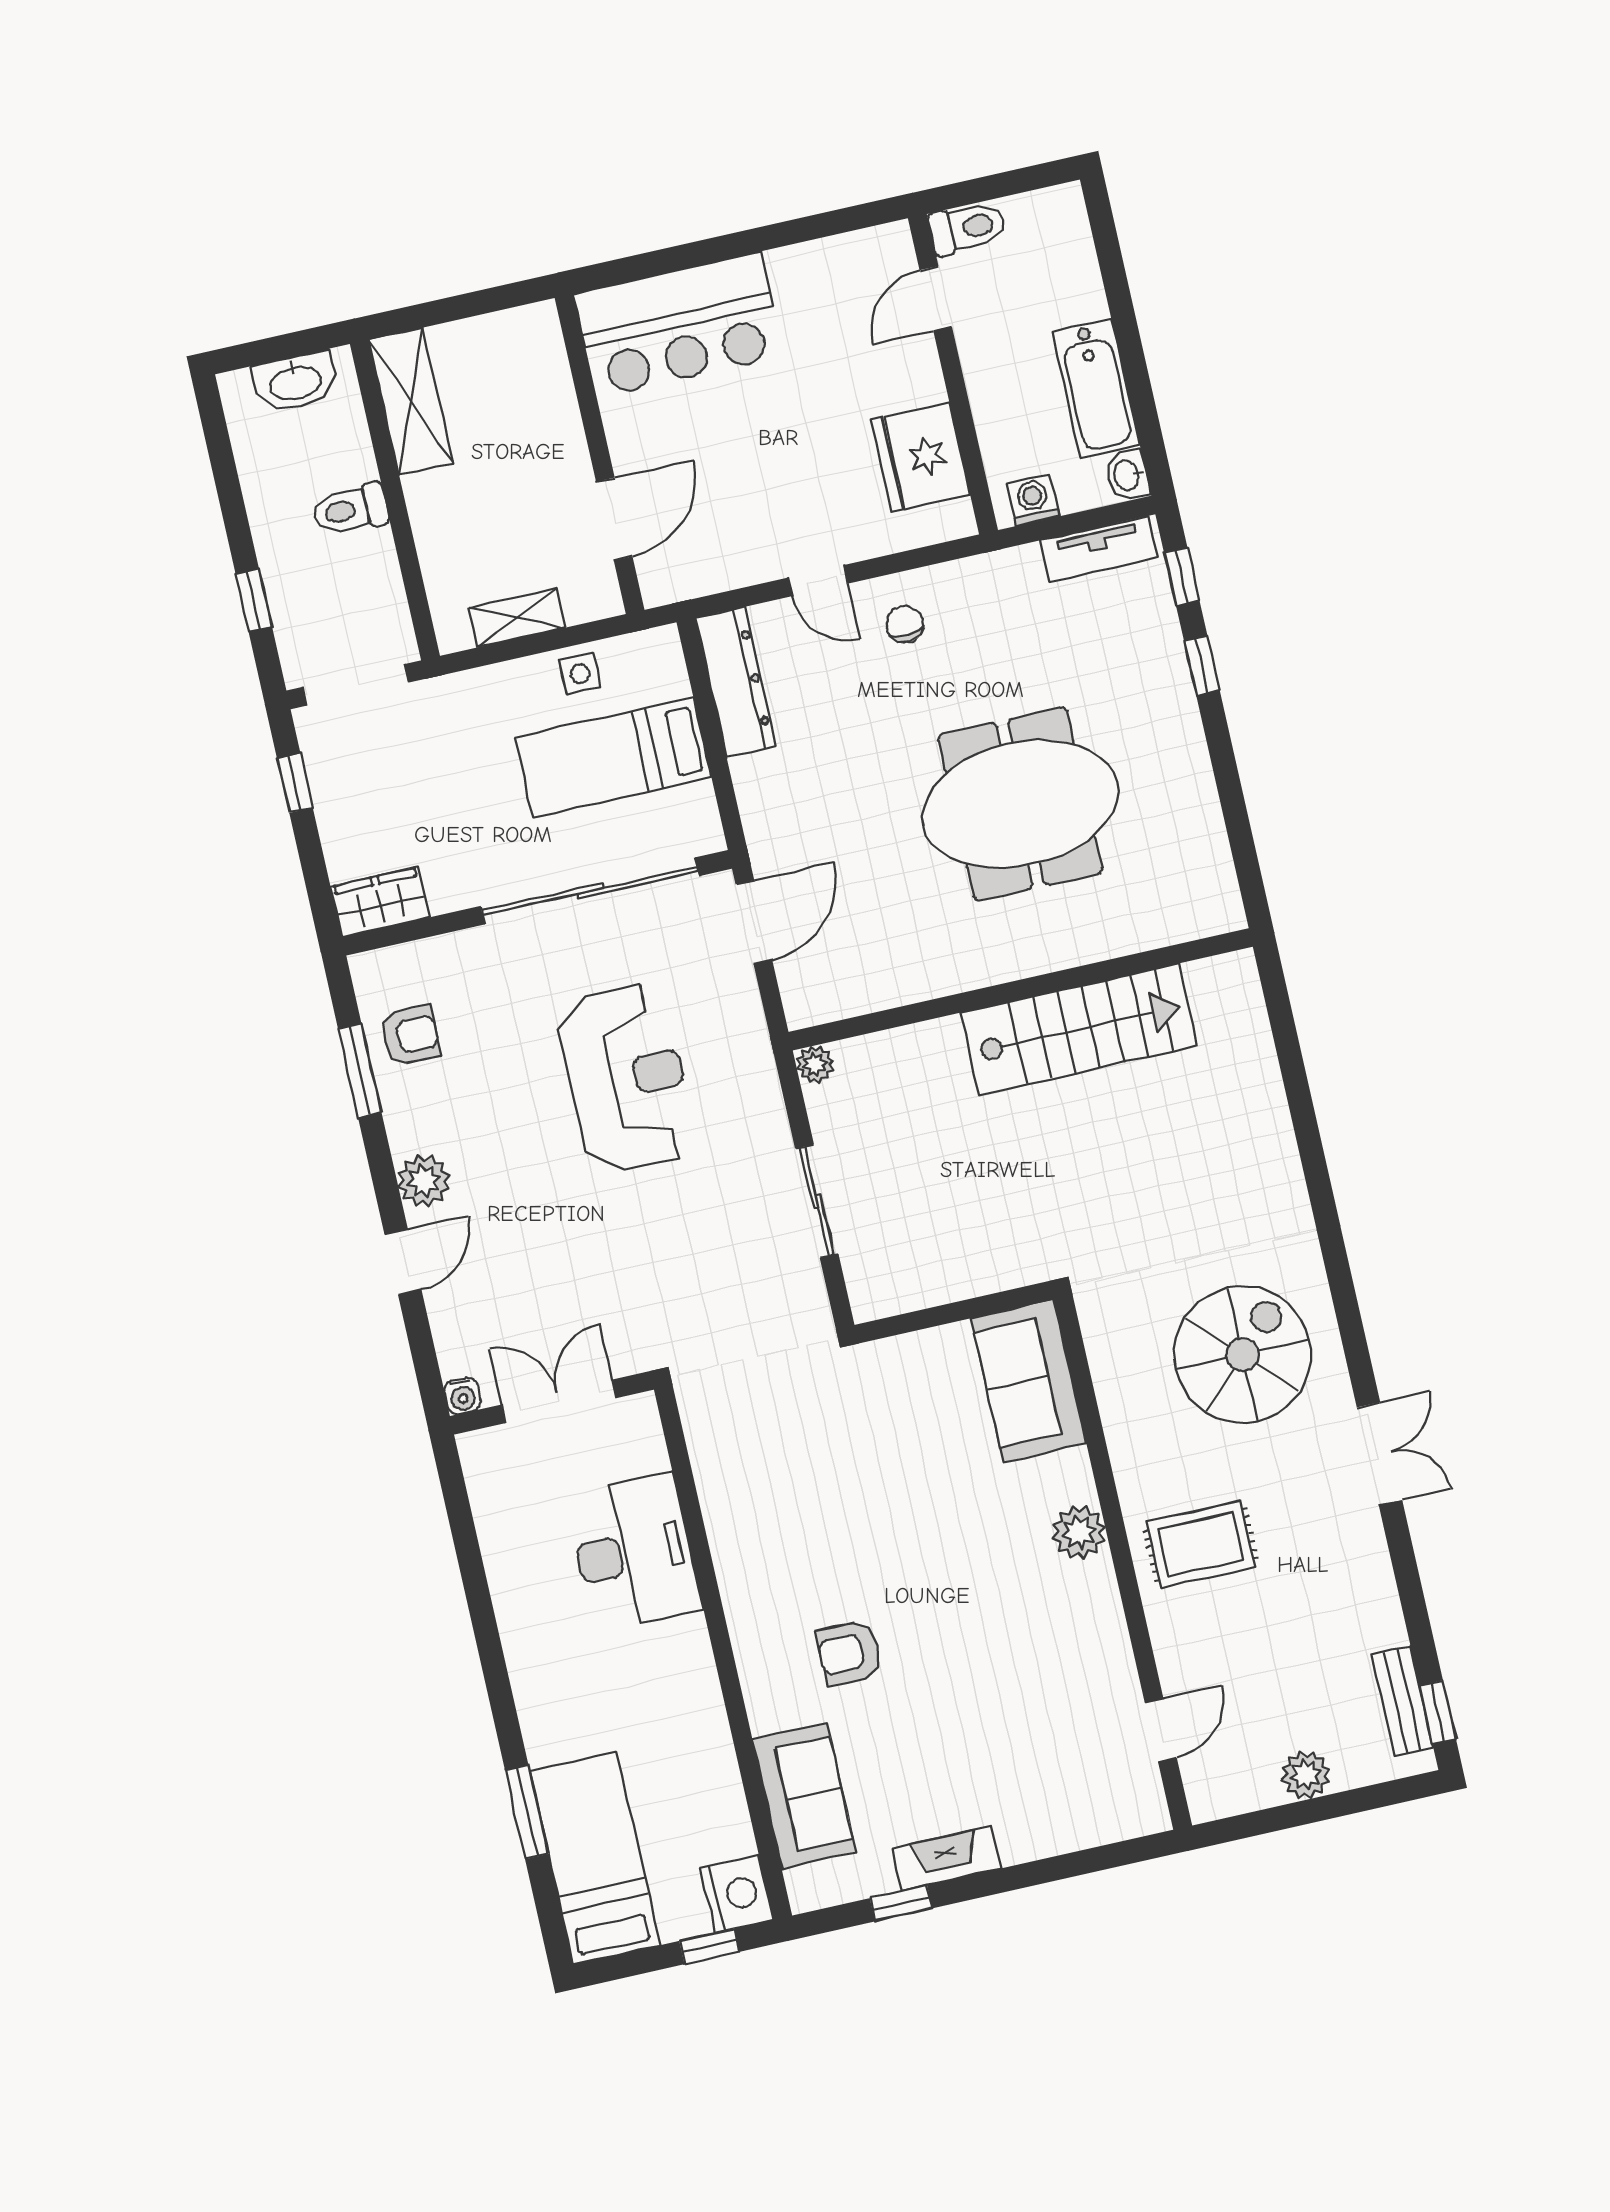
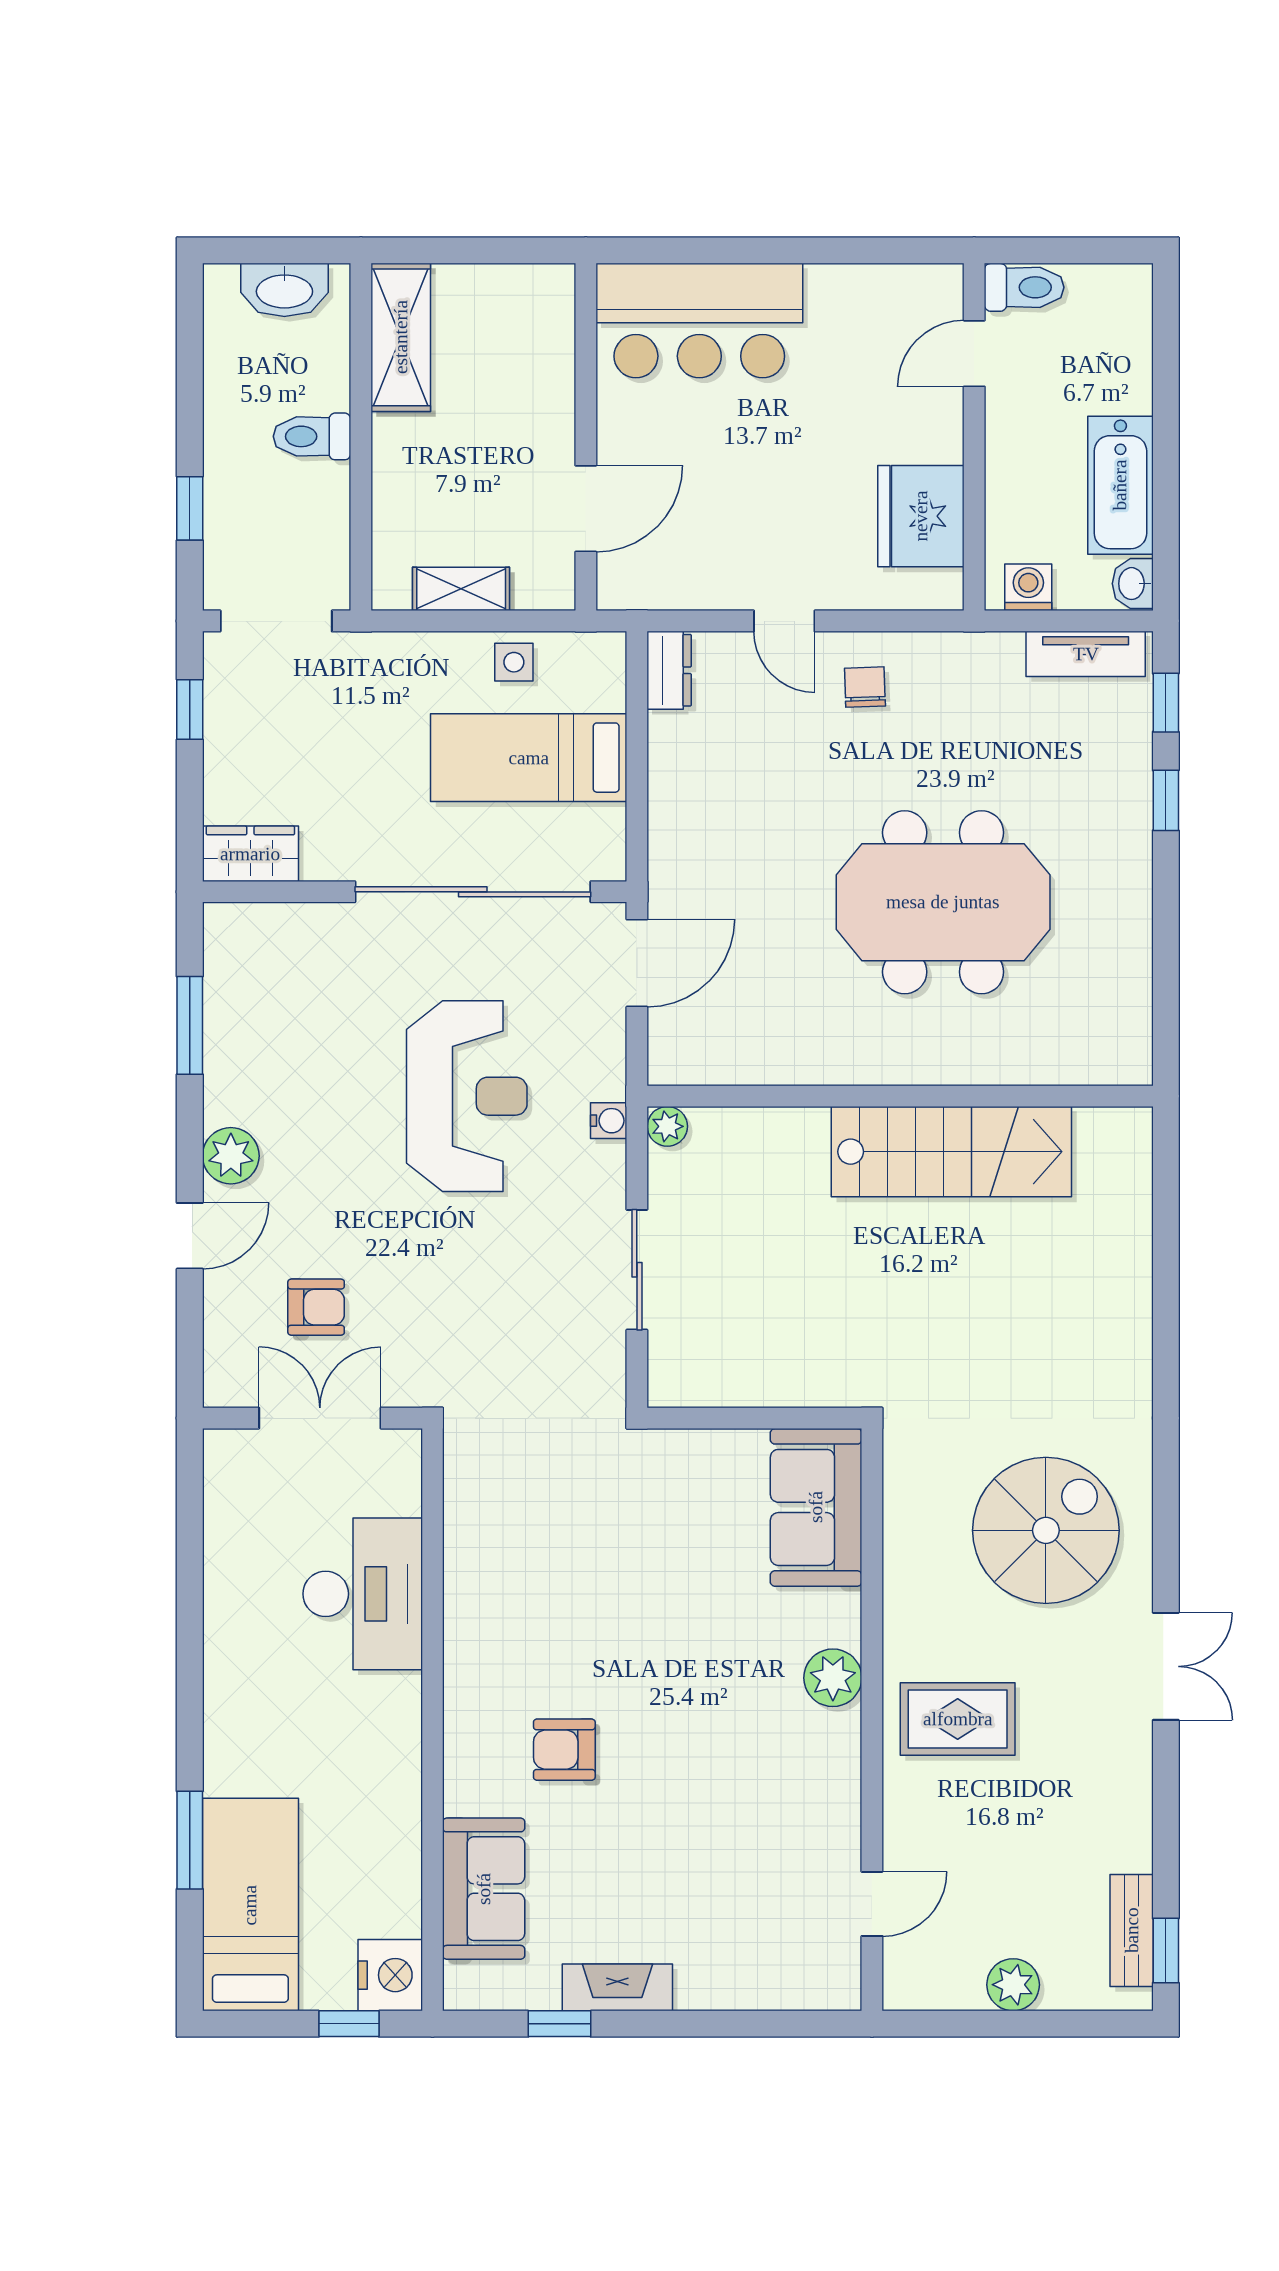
dresser: (736, 682) -> (669, 670), width x0.51, depth x0.80
armchair: (410, 1036) -> (316, 1307), moved
water cooler: (463, 1396) -> (609, 1121), moved, turned -90

